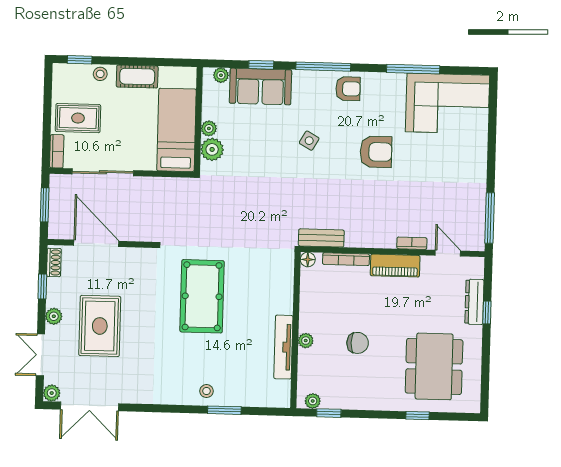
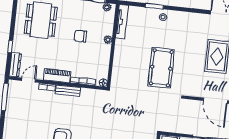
bench: (321, 238) -> (68, 91), moved
door: (448, 253) -> (29, 80), swing flipped
dresser: (474, 302) -> (15, 65), moved
tv unit: (283, 347) -> (122, 22), moved

